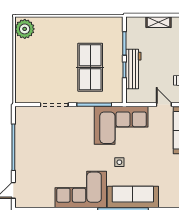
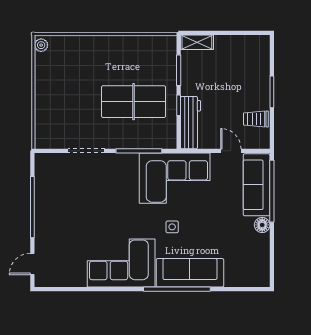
shelving: (159, 22) -> (197, 42), moved
plant: (25, 29) -> (41, 45), width x0.53, depth x0.53
table tennis table: (90, 67) -> (134, 102), turned 90
workbench: (133, 69) -> (191, 123), moved

